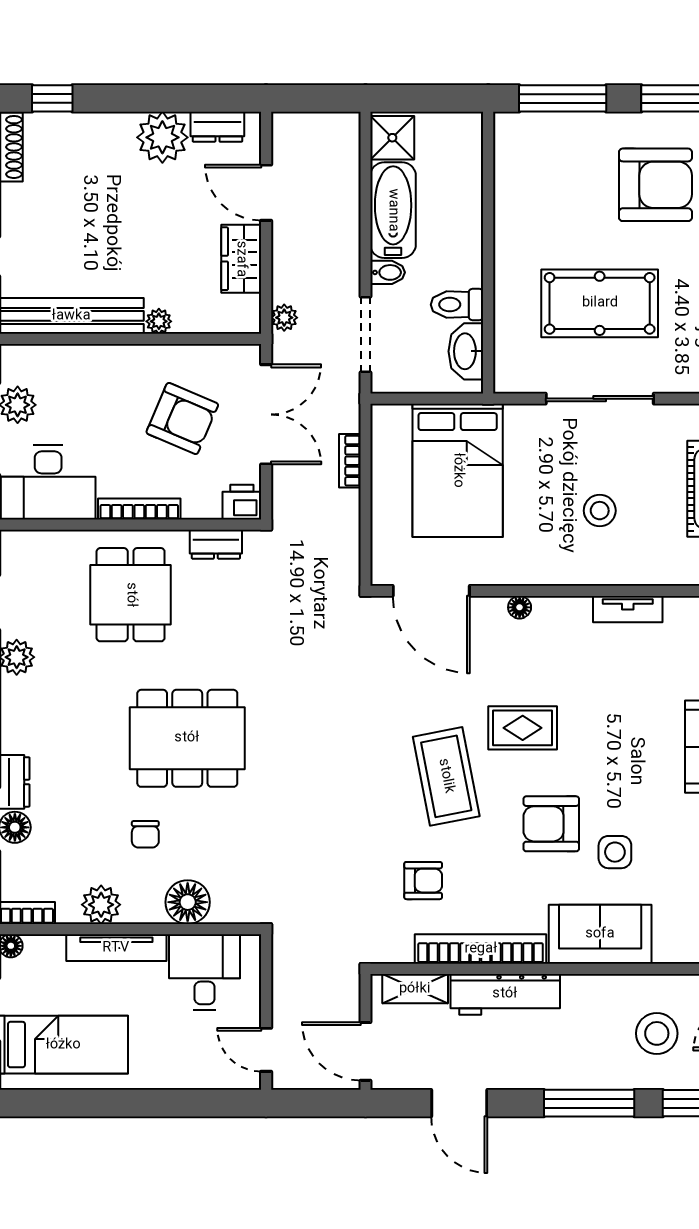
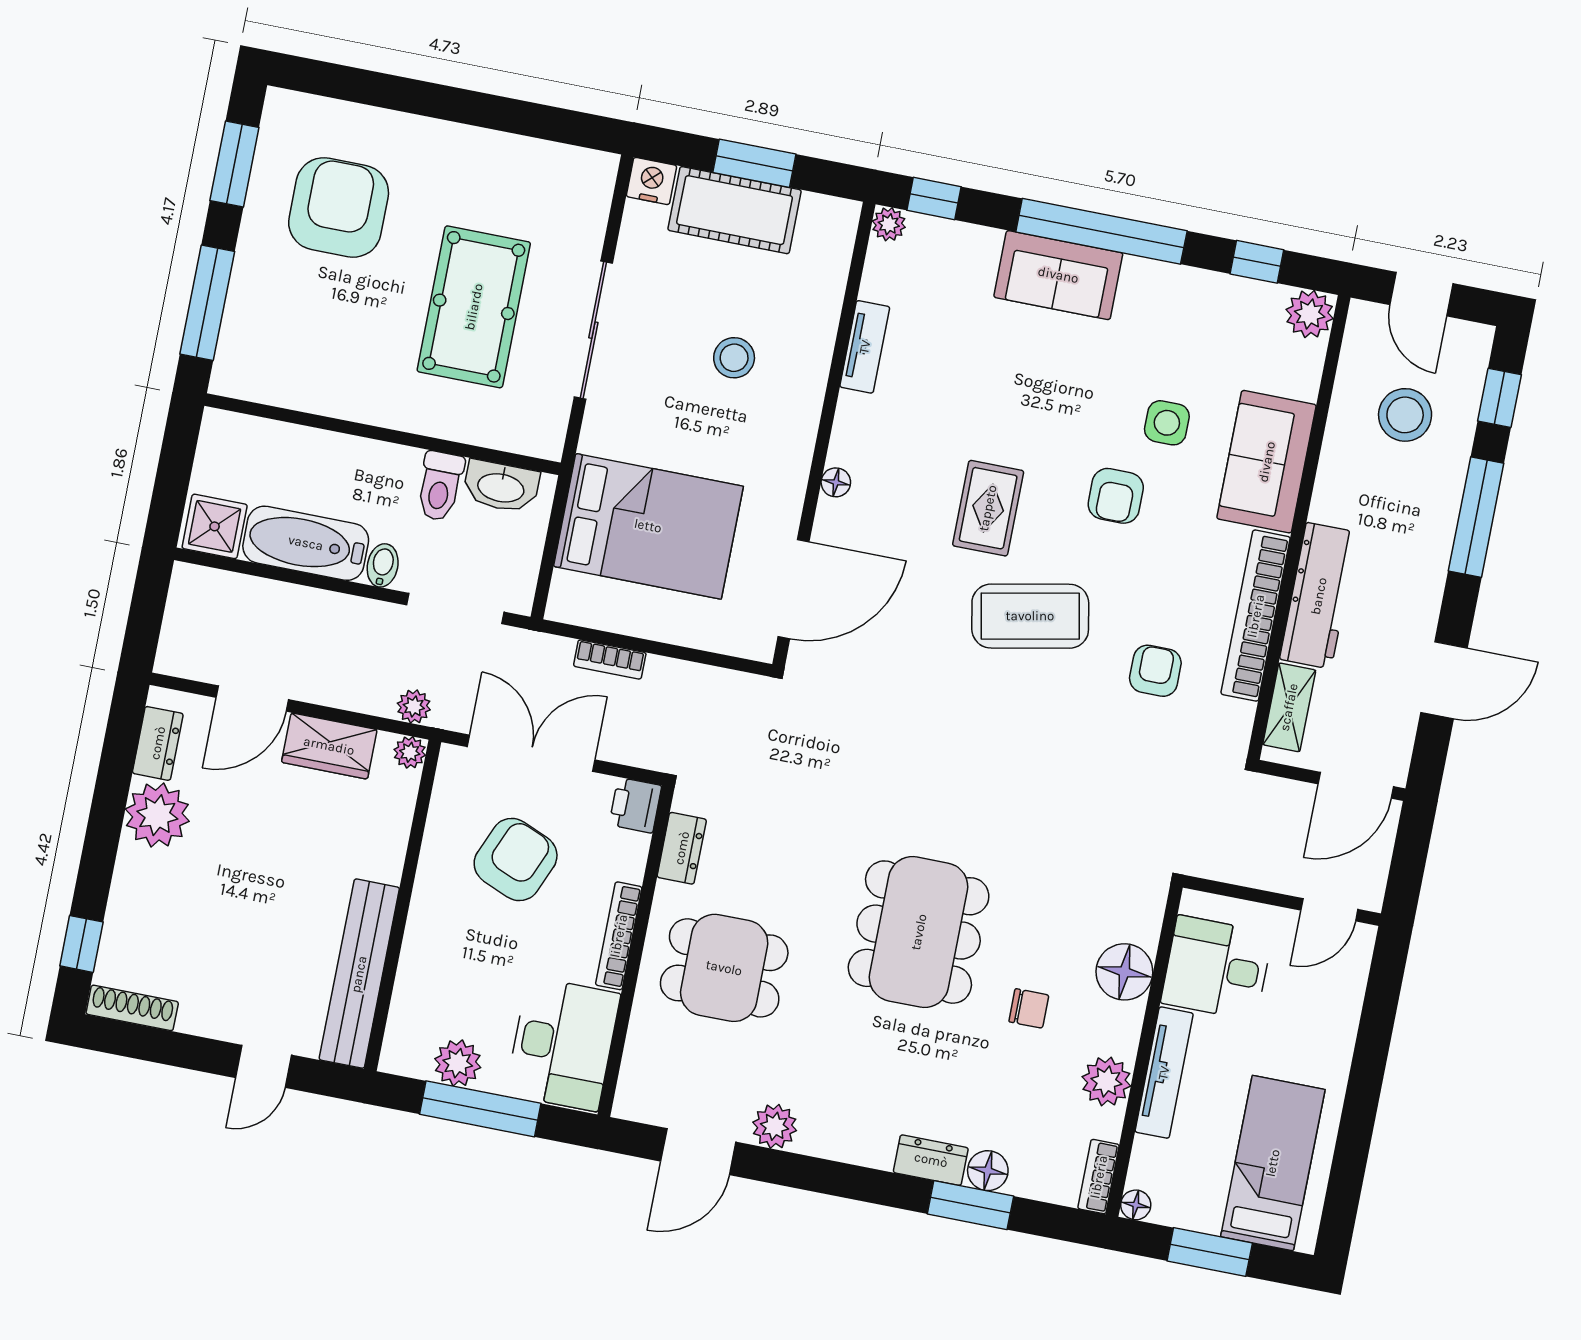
plant: (159, 321) -> (410, 752), moved
armchair: (551, 824) -> (1116, 496), width x0.72, depth x0.72

